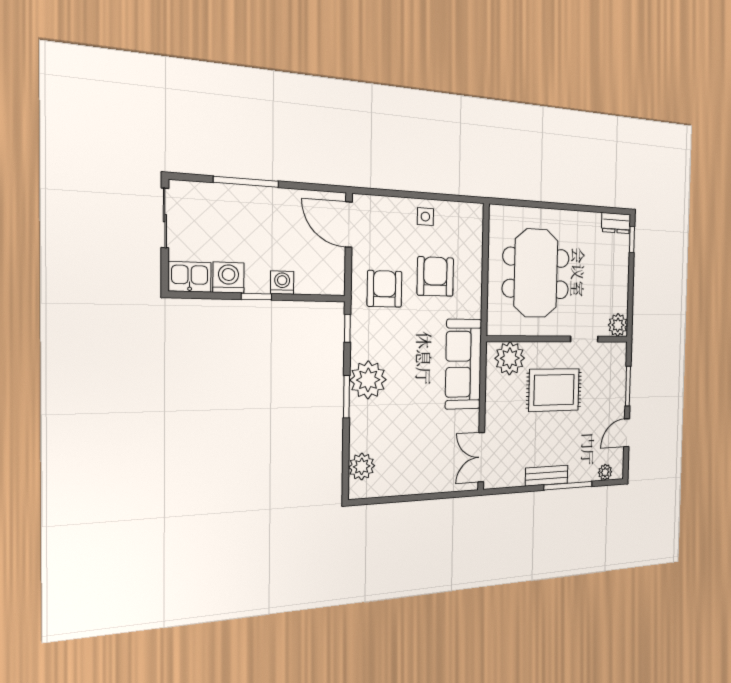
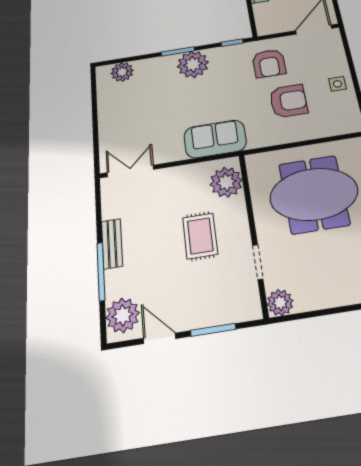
armchair: (385, 289) -> (269, 63), turned 90
sofa: (463, 364) -> (215, 139), width x0.73
rug: (554, 390) -> (200, 236), width x0.73, depth x0.70
plant: (605, 472) -> (123, 315), width x1.88, depth x1.88

